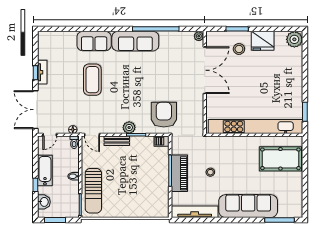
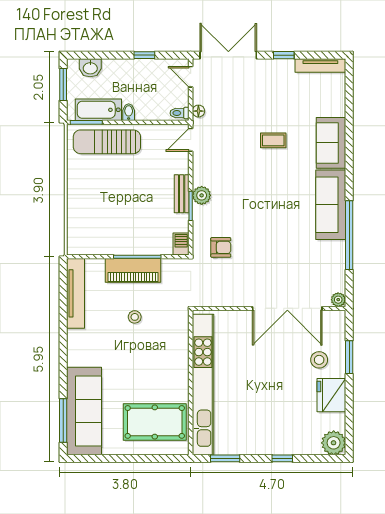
tv unit: (42, 72) -> (320, 65), moved, width x1.41
window: (305, 74) -> (282, 458), added
coffee table: (92, 80) -> (273, 140), width x0.54, depth x0.58
armchair: (164, 115) -> (221, 247), width x0.53, depth x0.53
bench: (117, 141) -> (182, 194), moved
pool table: (280, 159) -> (155, 422), turned 90
bathtub: (45, 171) -> (98, 110), moved, turned 180
window: (35, 185) -> (144, 55), moved
sofa: (248, 206) -> (84, 411), moved

